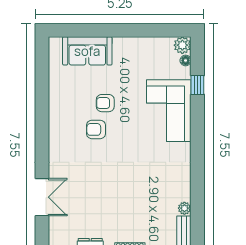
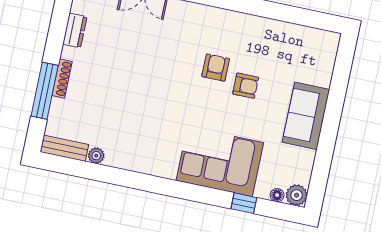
sofa: (87, 51) -> (306, 116), moved
armchair: (105, 103) -> (246, 86), turned 90

